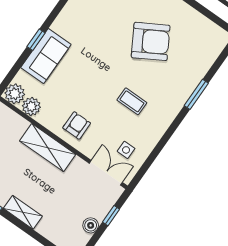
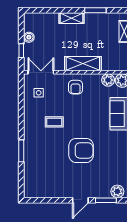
armchair: (151, 41) -> (81, 150), moved, turned -150
double door: (106, 173) -> (41, 72), swing flipped

